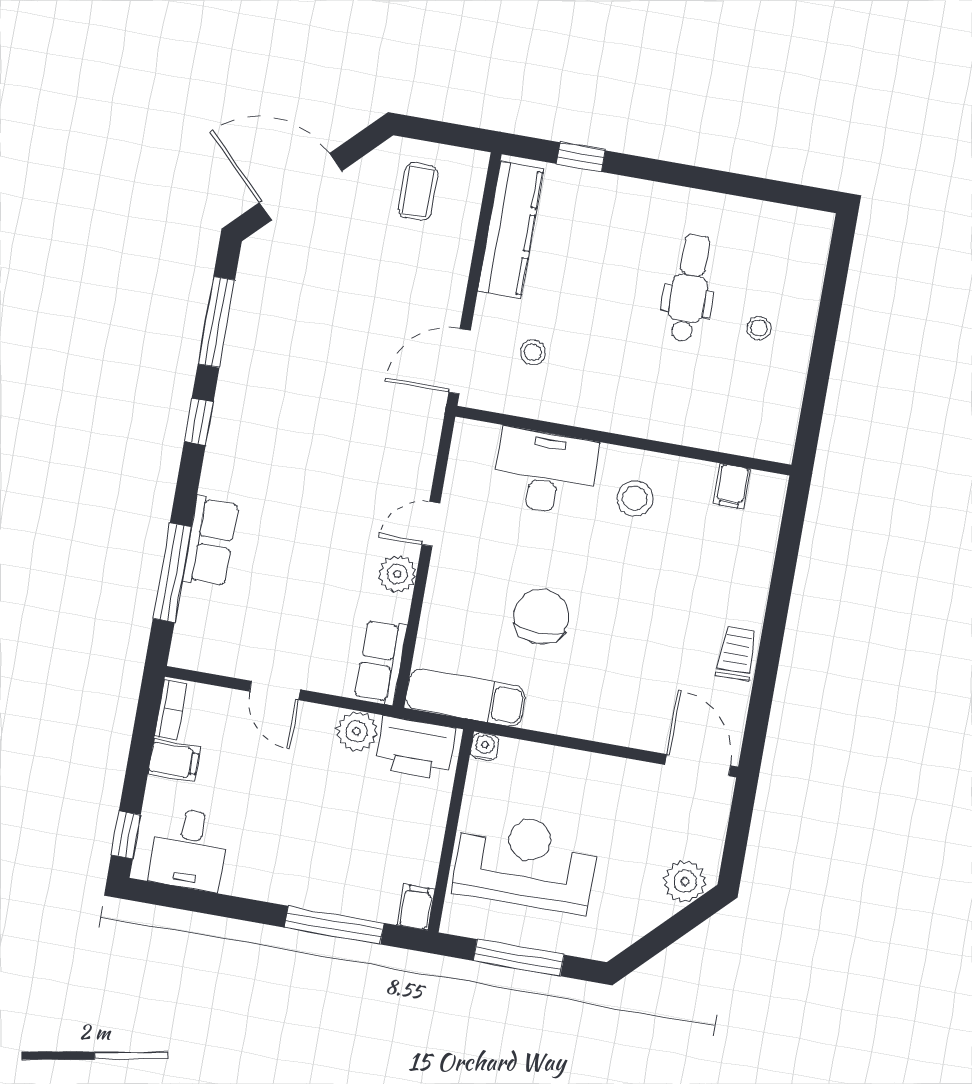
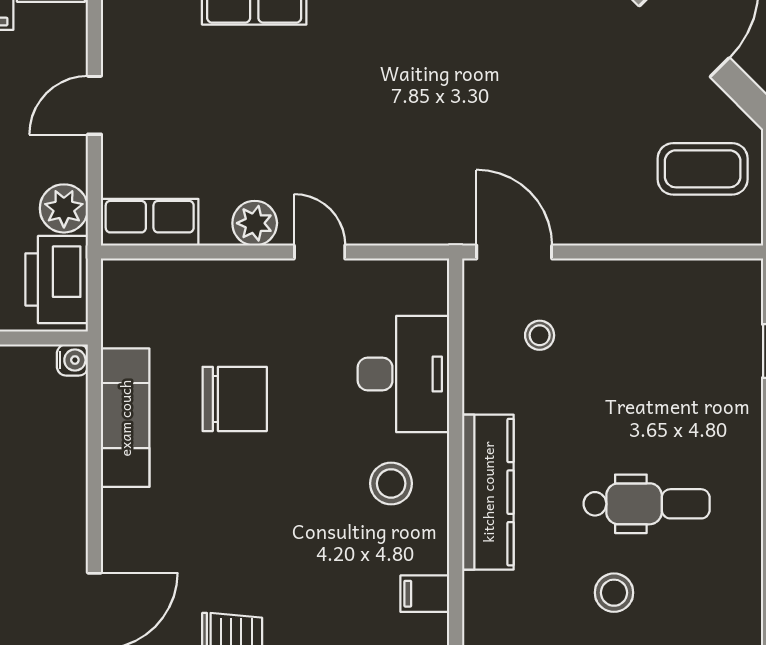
coffee table: (418, 192) -> (703, 169), width x1.36, depth x1.30
kitchen counter: (511, 230) -> (488, 492), moved, turned -90
stool: (759, 328) -> (614, 593), width x1.37, depth x1.37
exam couch: (465, 698) -> (125, 418), moved

